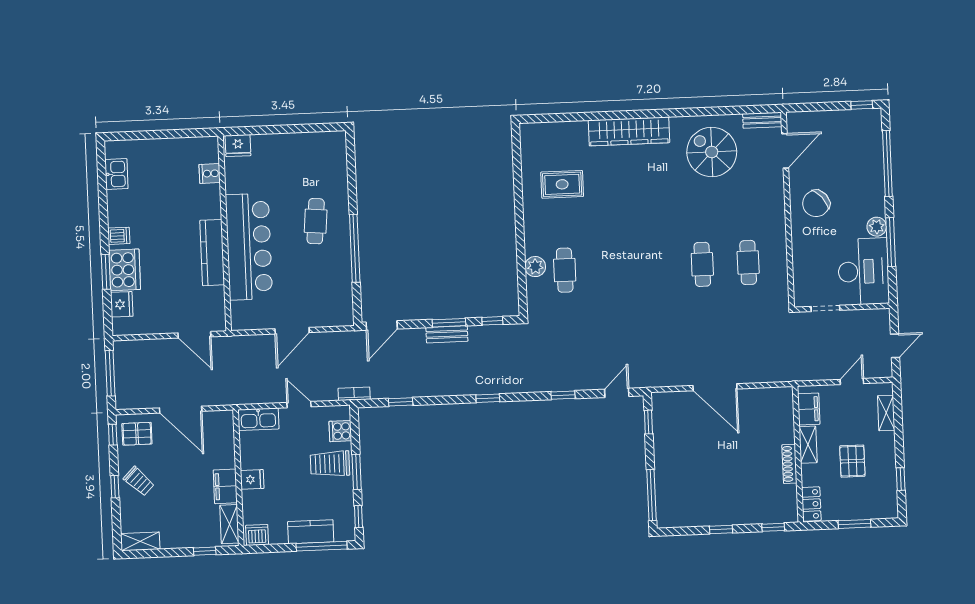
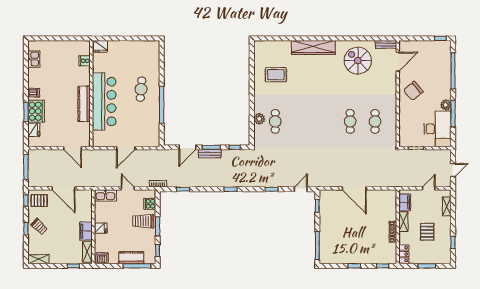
door: (382, 325) -> (188, 147), moved

